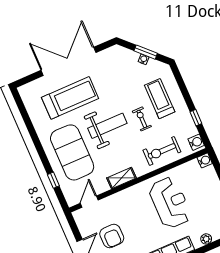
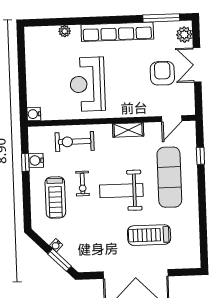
window: (146, 52) -> (60, 260), moved
treadmill: (70, 98) -> (149, 235), width x0.73, depth x0.73
water cooler: (196, 142) -> (36, 160), moved
exercise bike: (162, 151) -> (75, 142), turned 180
exercise mat: (72, 152) -> (169, 177), width x0.68

